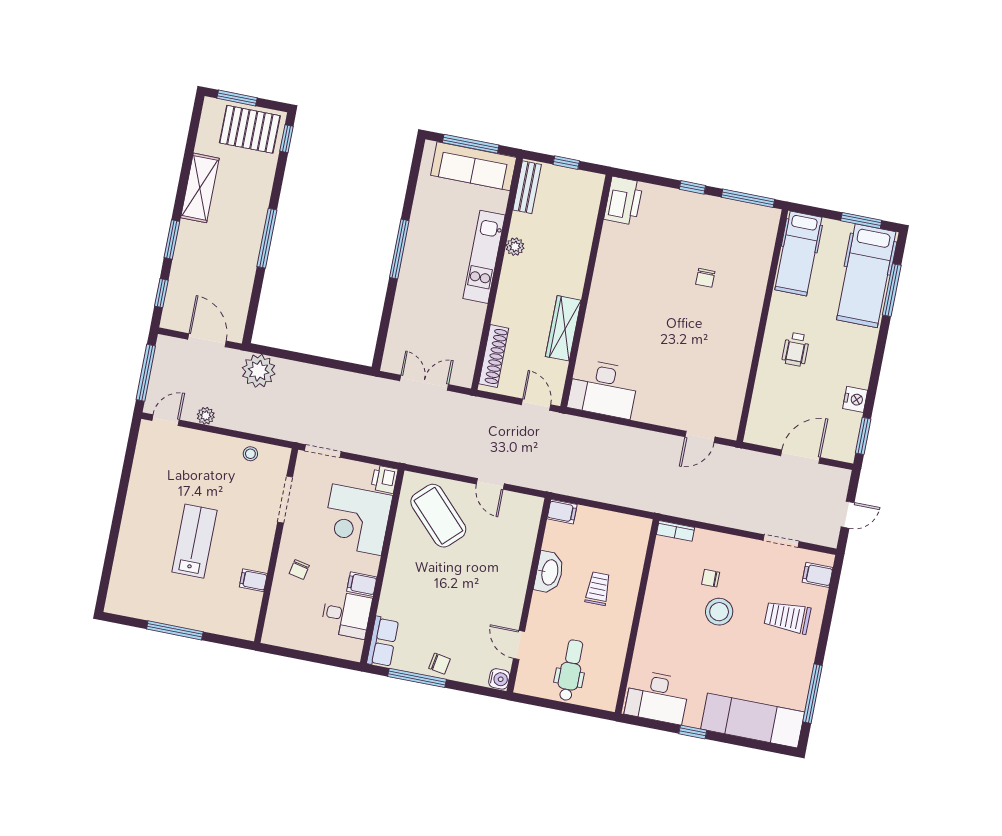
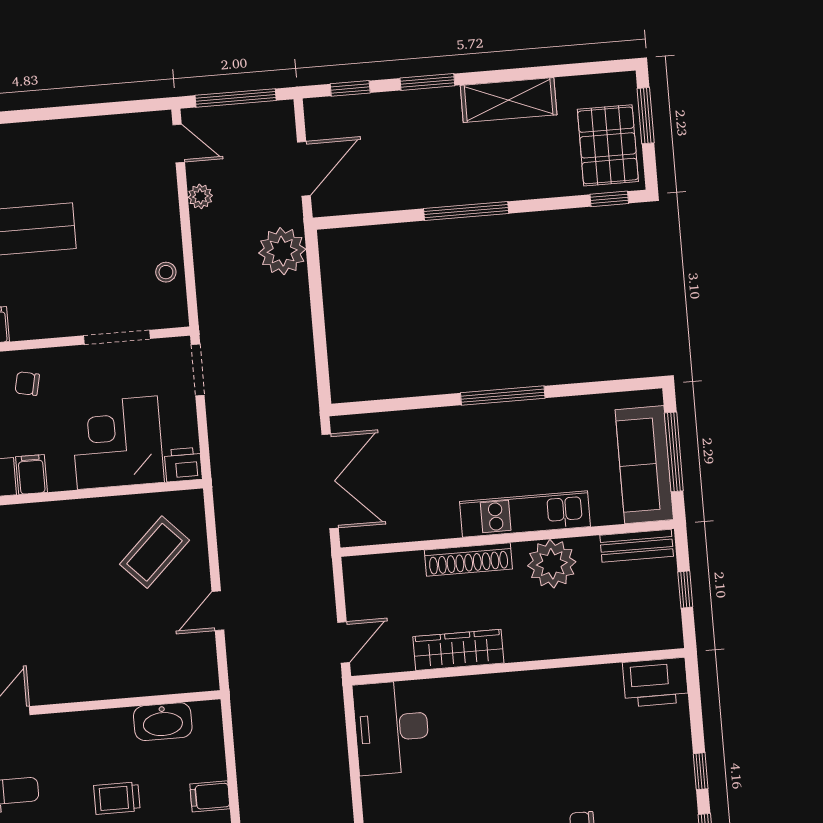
plant: (515, 247) -> (552, 564), width x1.88, depth x1.88
shoe rack: (494, 356) -> (468, 559), moved
double door: (424, 383) -> (330, 481), width x1.37
filing cabinet: (562, 512) -> (210, 796), moved, turned 90
coffee table: (438, 516) -> (154, 552), width x0.73, depth x0.76
washbasin: (549, 572) -> (163, 722), moved
trolley: (598, 589) -> (117, 798), turned 180

